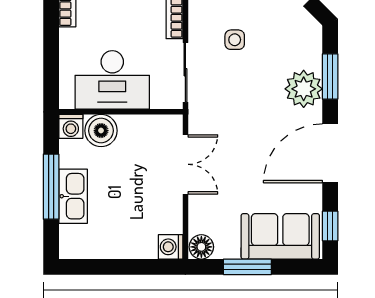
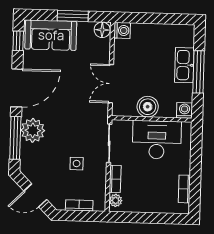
window: (330, 76) -> (15, 138), width x1.44
boiler: (101, 131) -> (148, 107), moved

